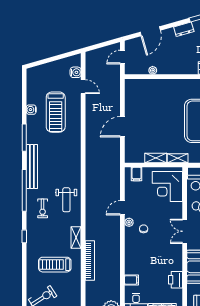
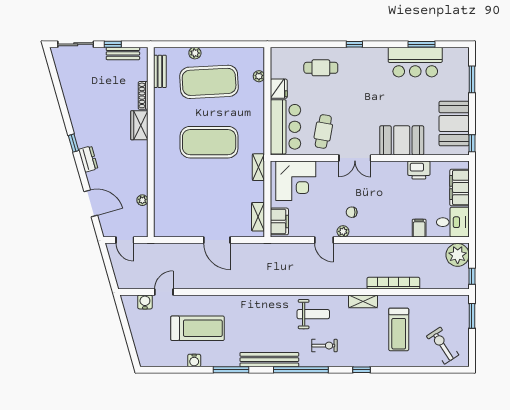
shelving: (156, 158) -> (258, 217), moved
filing cabinet: (137, 174) -> (279, 221), width x2.00

